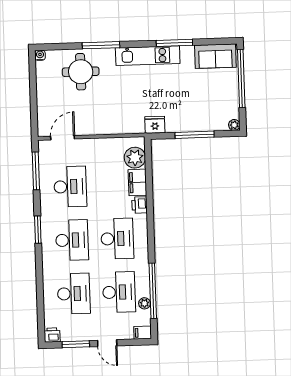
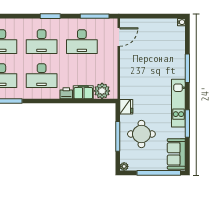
round table: (81, 72) -> (141, 134), moved
door: (63, 138) -> (119, 37), hinge flipped

